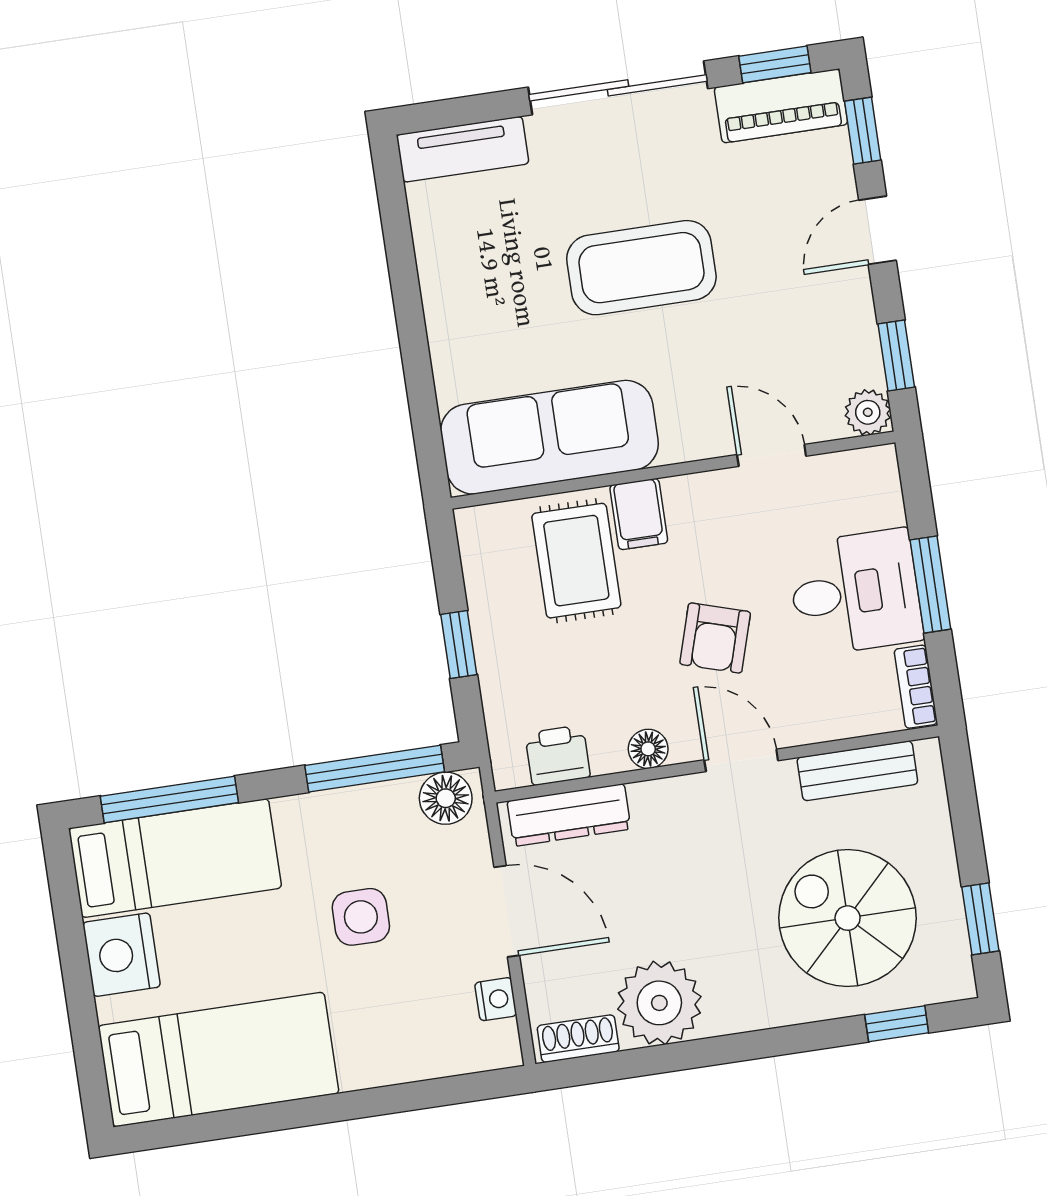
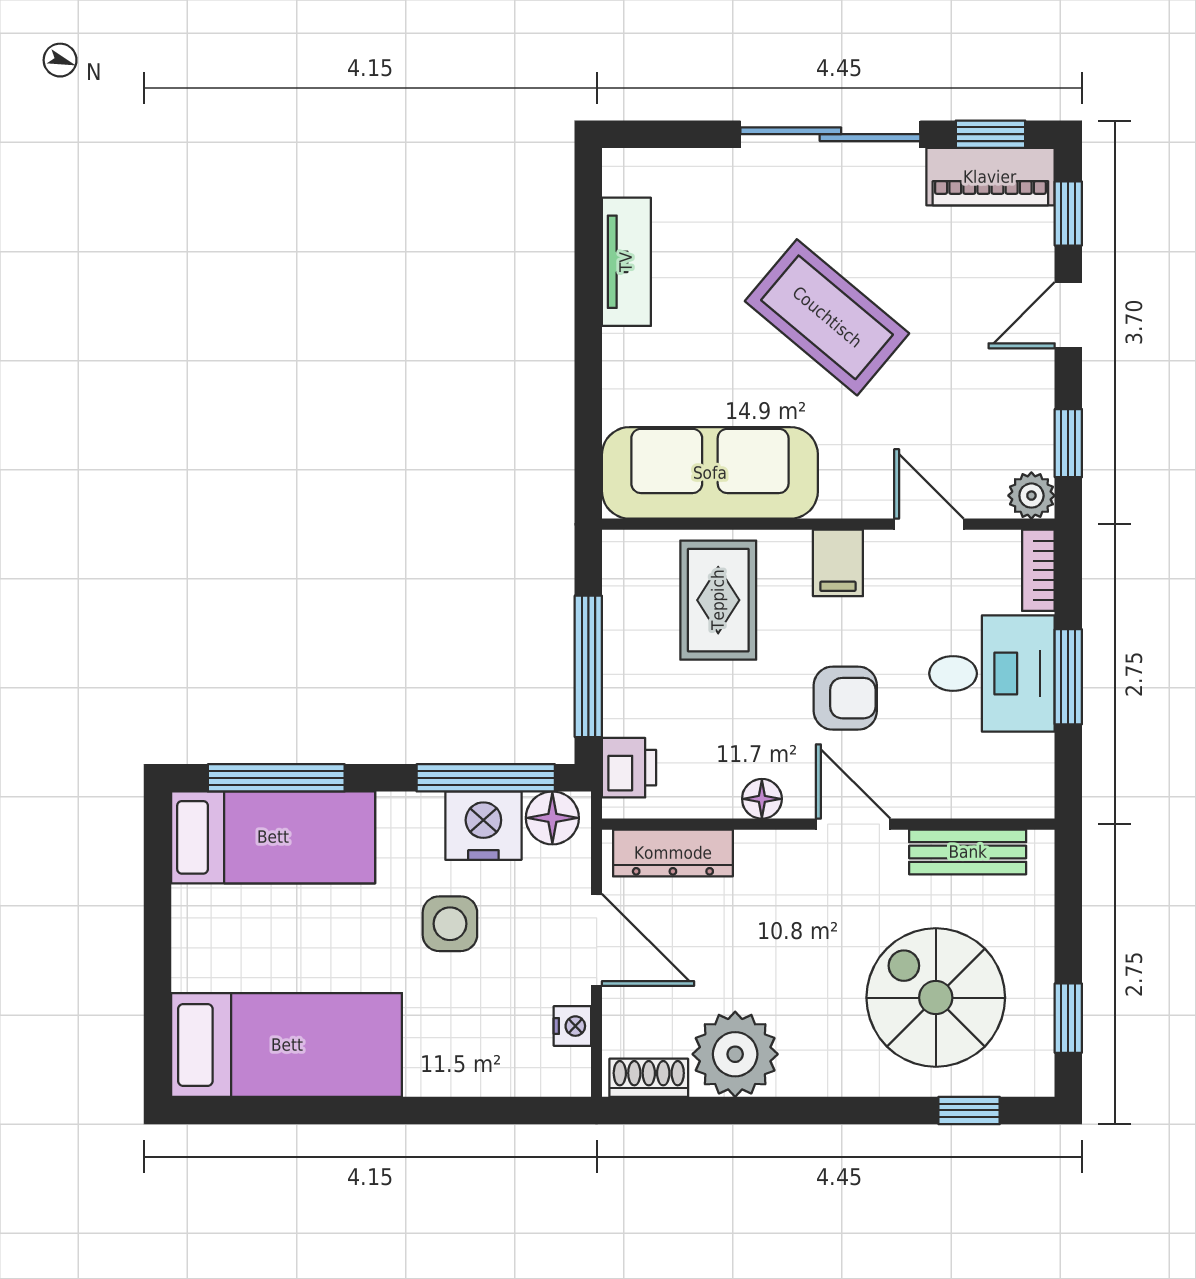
tv unit: (463, 149) -> (626, 262), moved, turned -90
coffee table: (641, 268) -> (827, 317), turned 40
filing cabinet: (639, 514) -> (838, 563), moved
armchair: (715, 638) -> (845, 698), turned -107
window: (459, 645) -> (588, 666), width x2.17
bookcase: (916, 687) -> (1038, 570), moved
printer: (558, 755) -> (629, 768), moved, turned 90
nightstand: (122, 955) -> (483, 826), moved, turned 90

